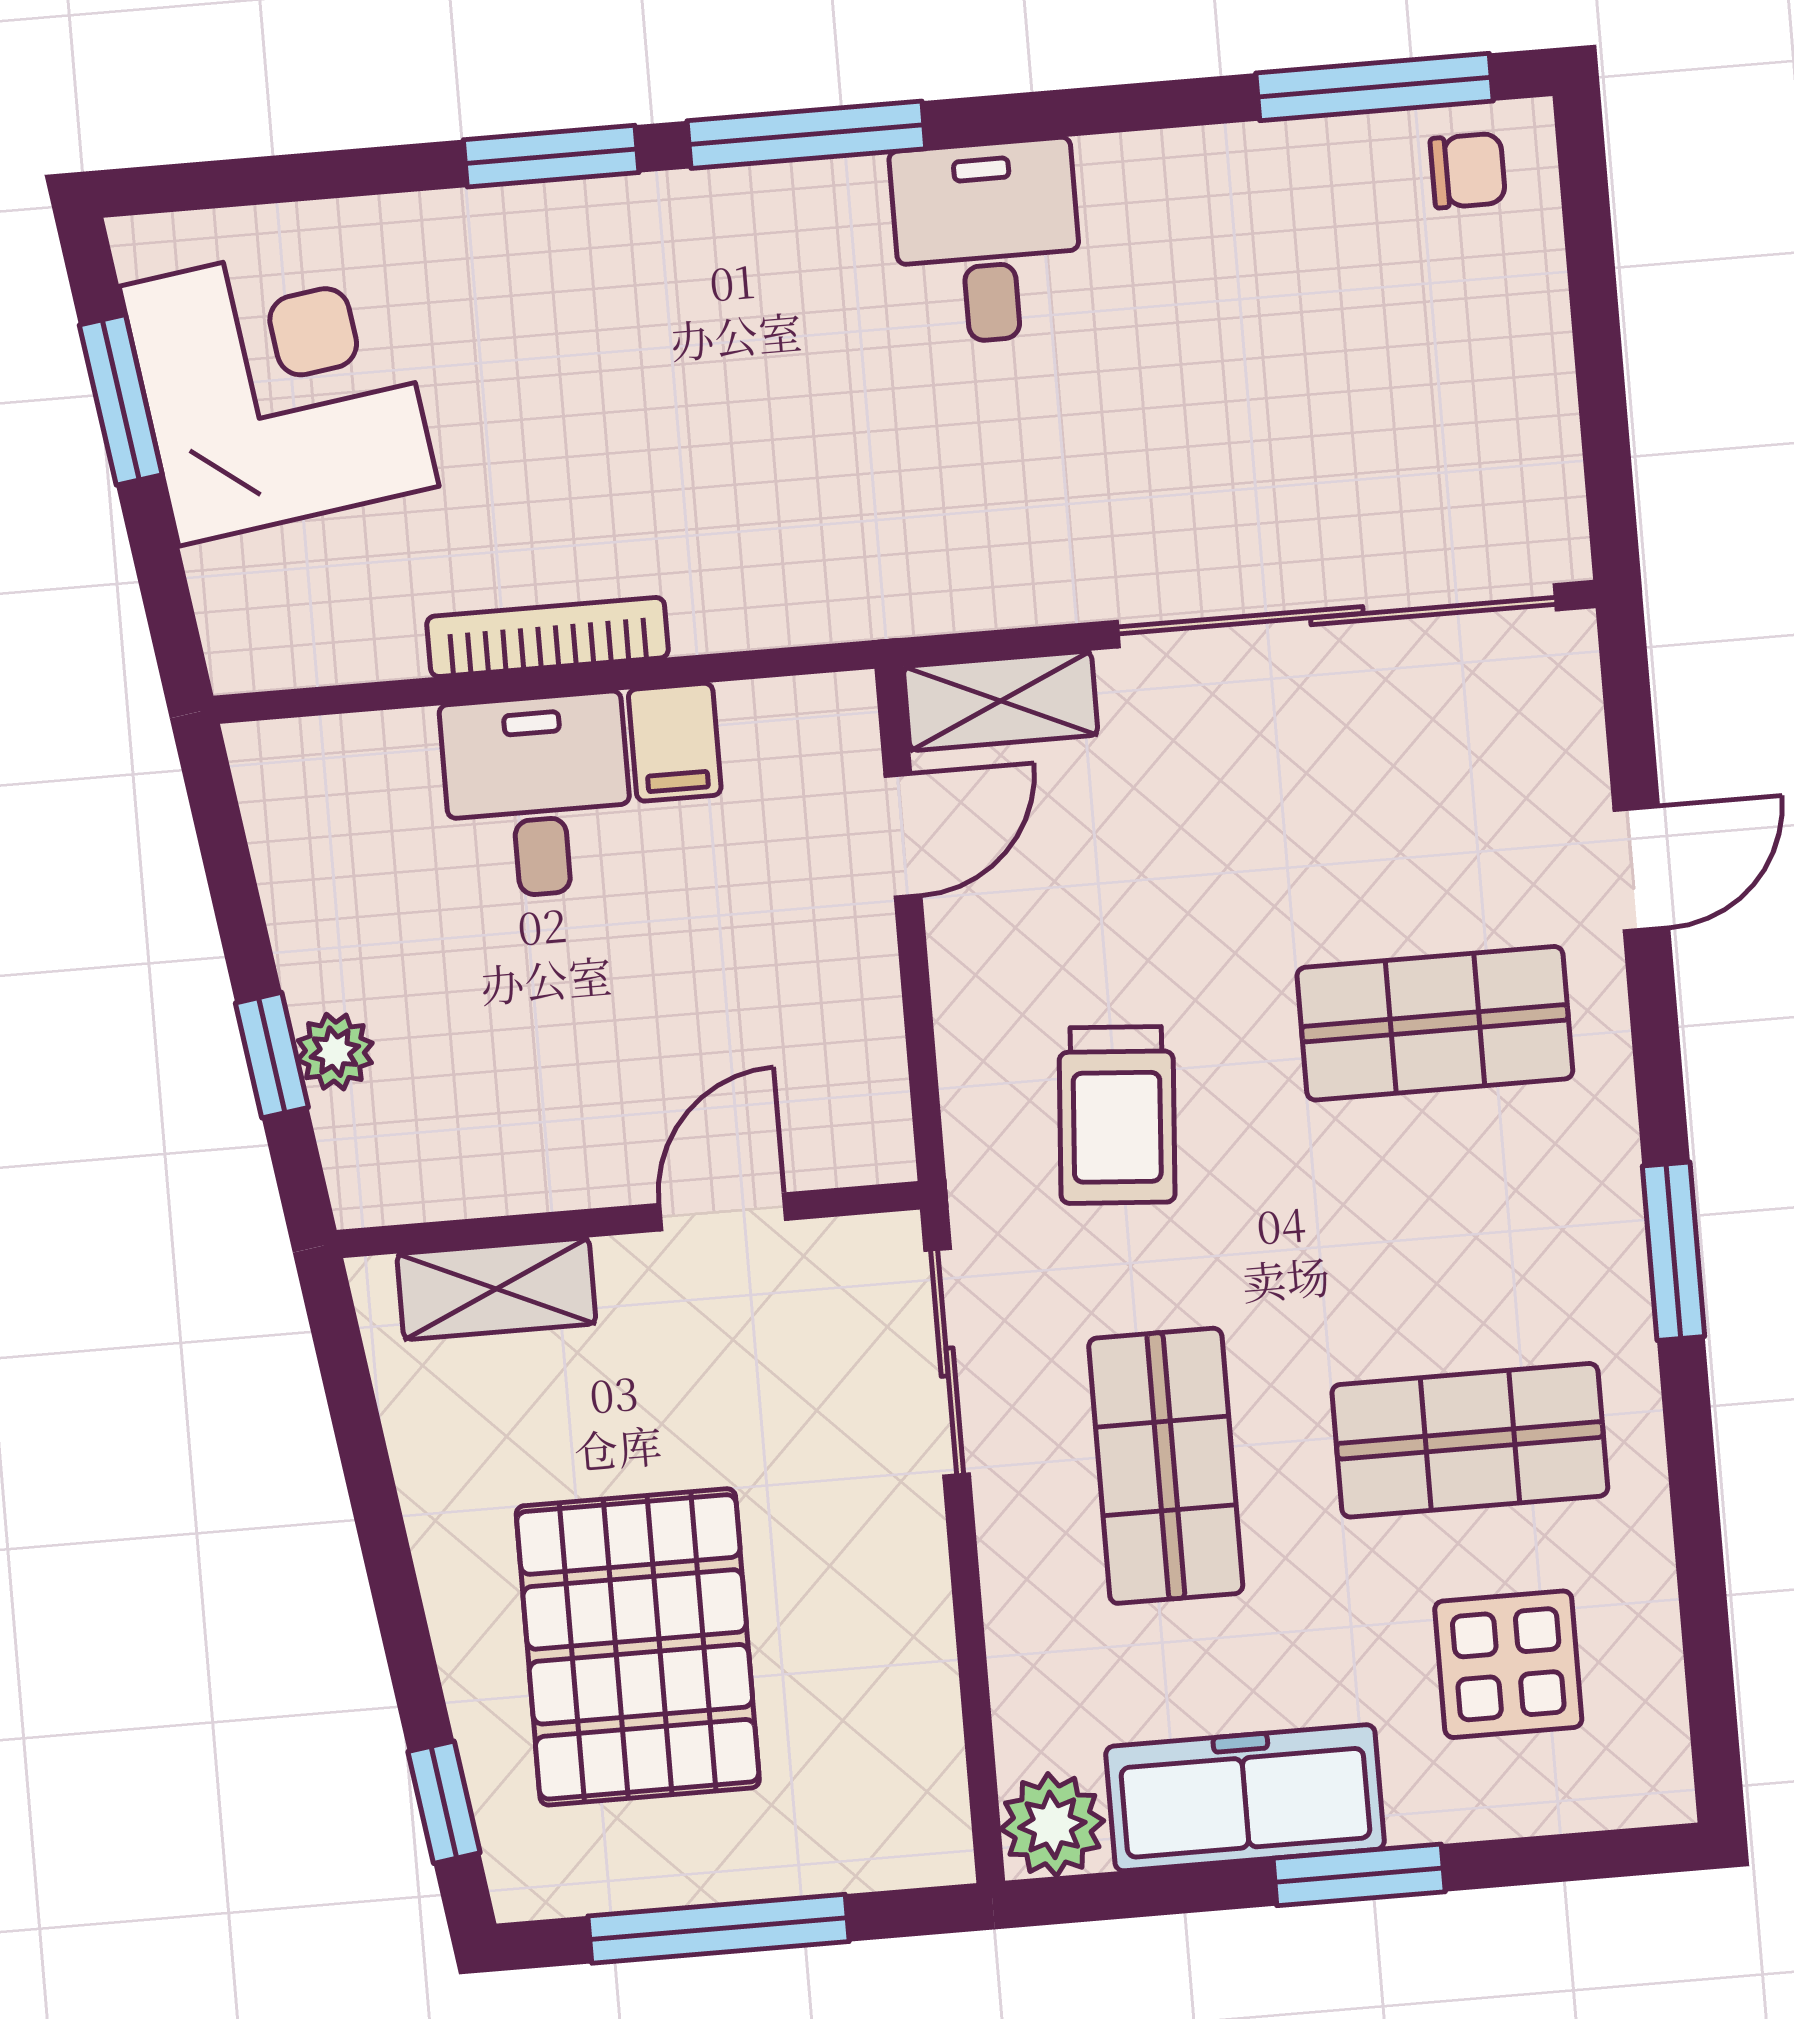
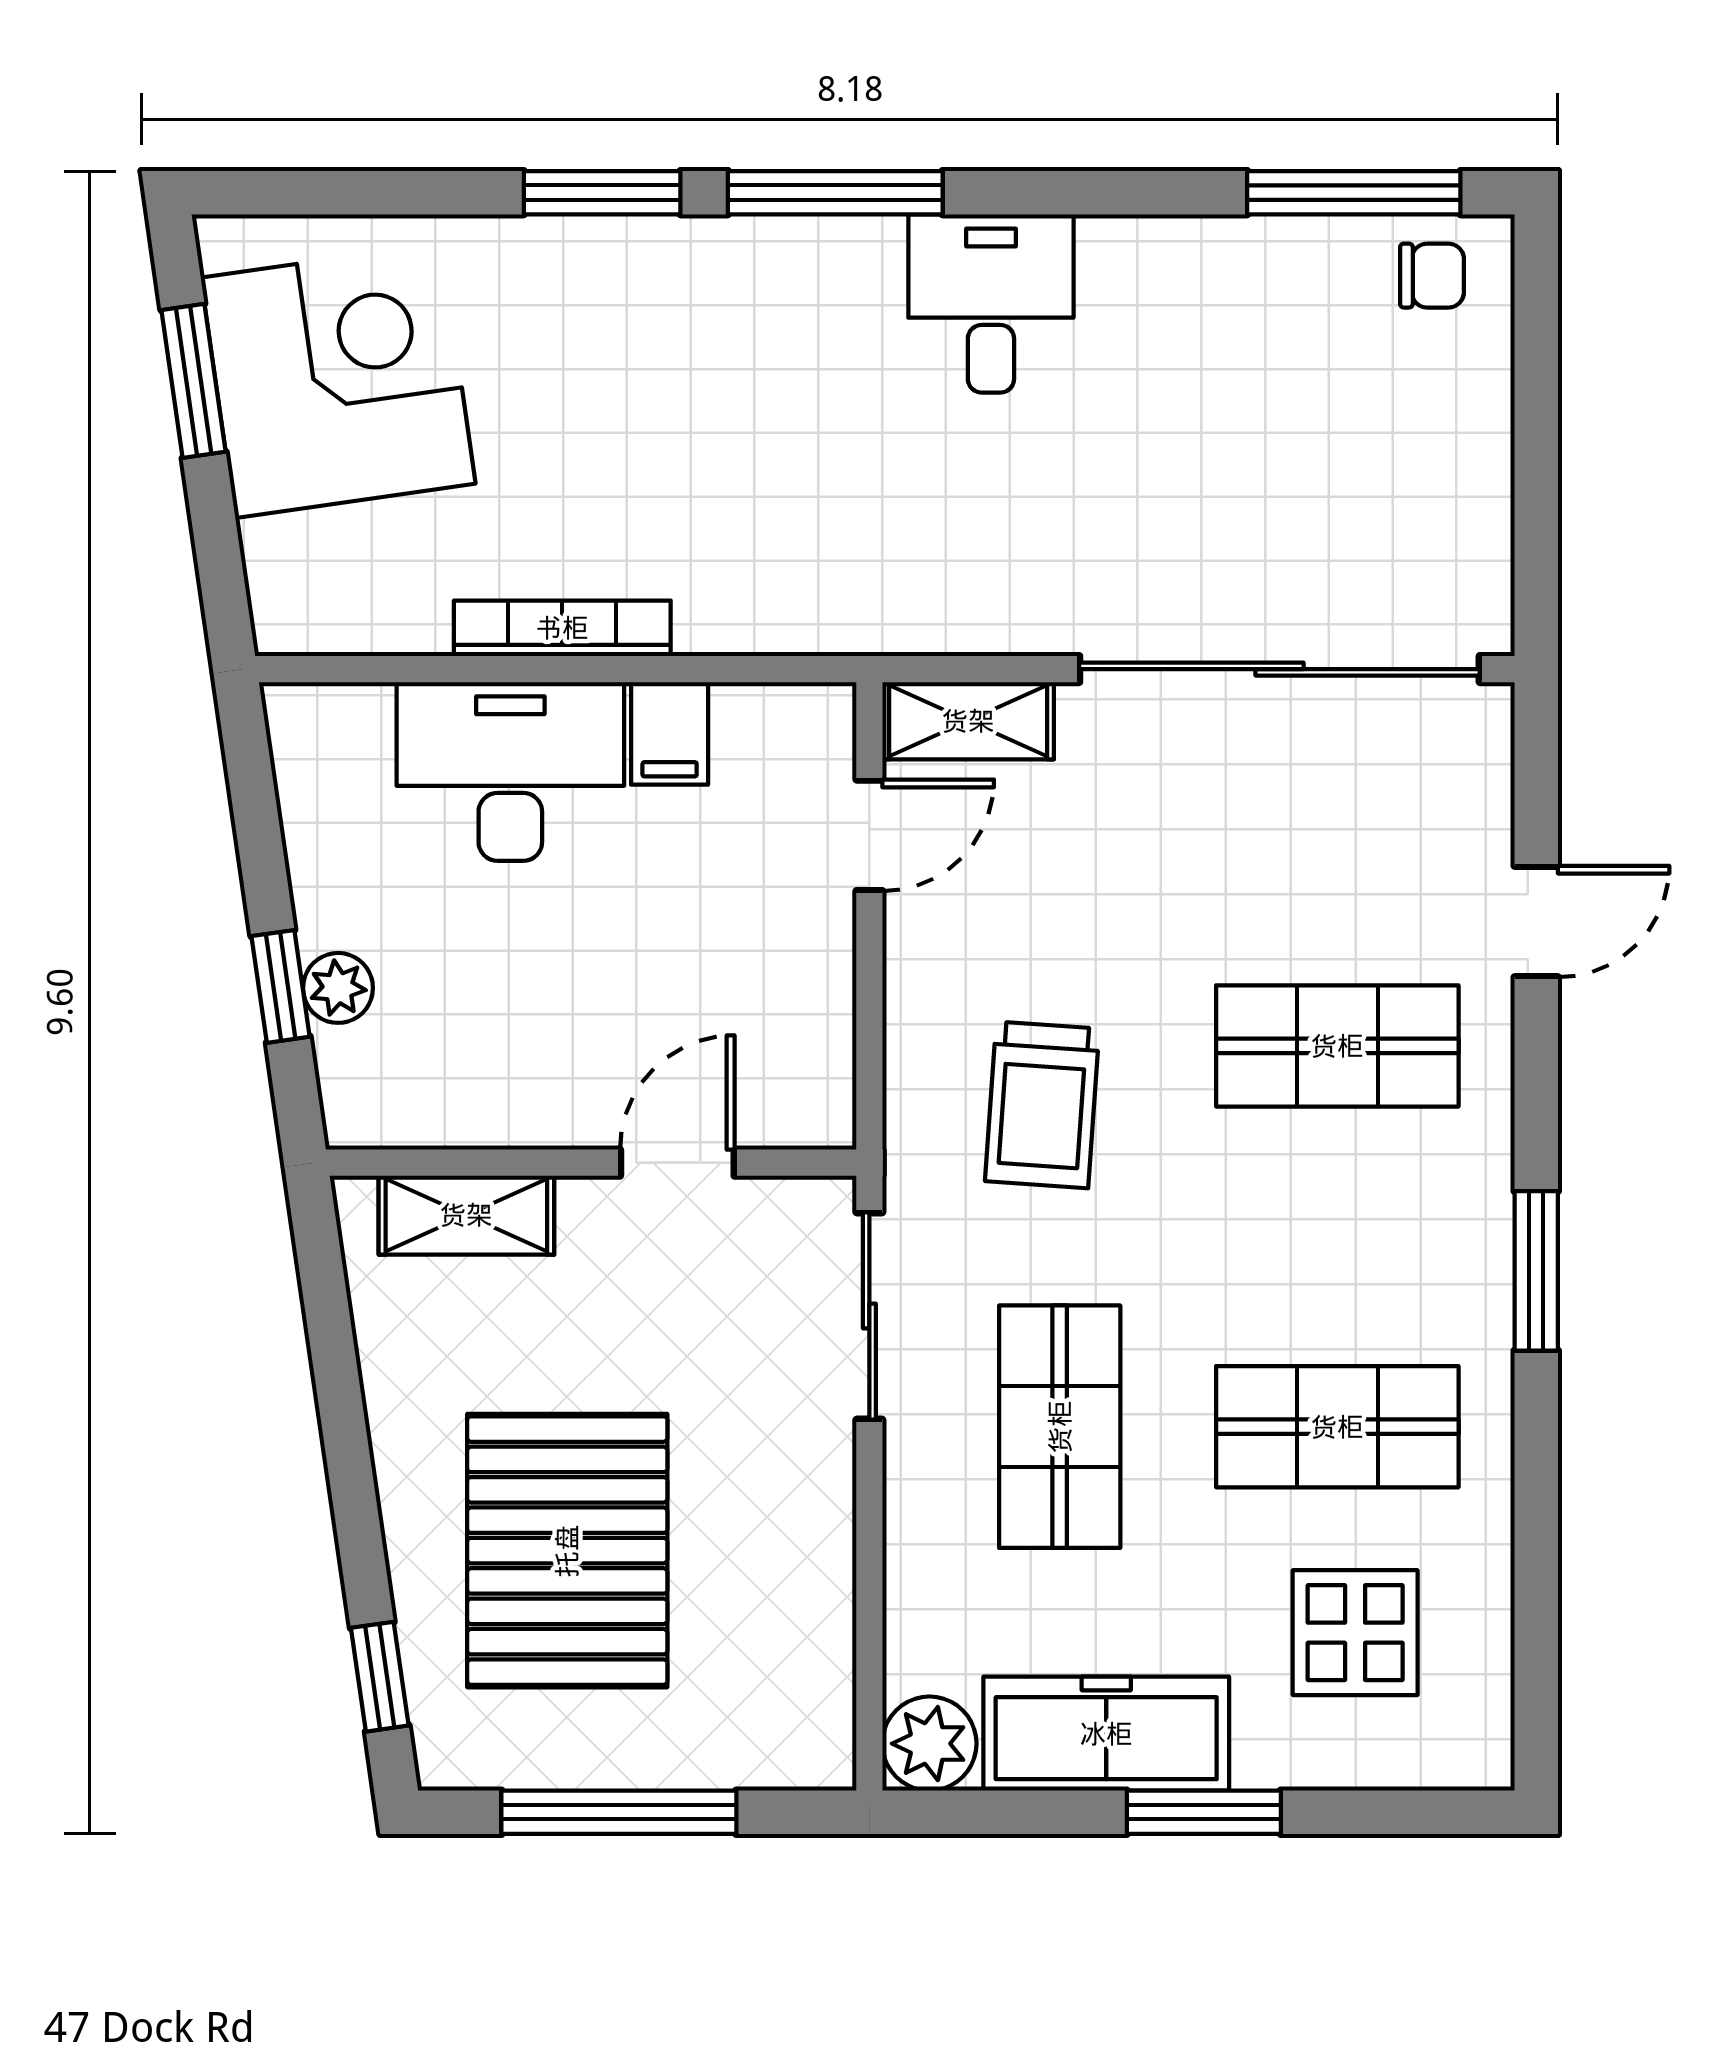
desk: (538, 796) -> (510, 771), width x1.37

